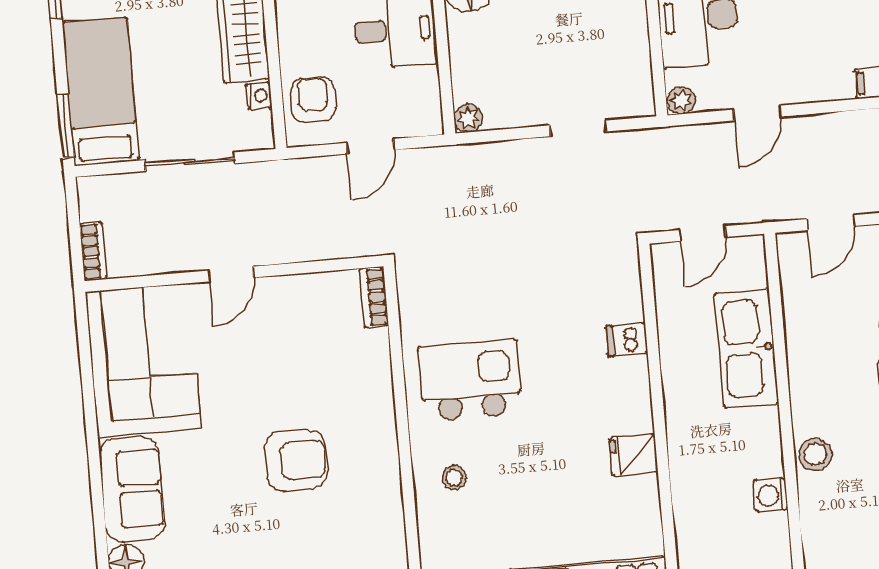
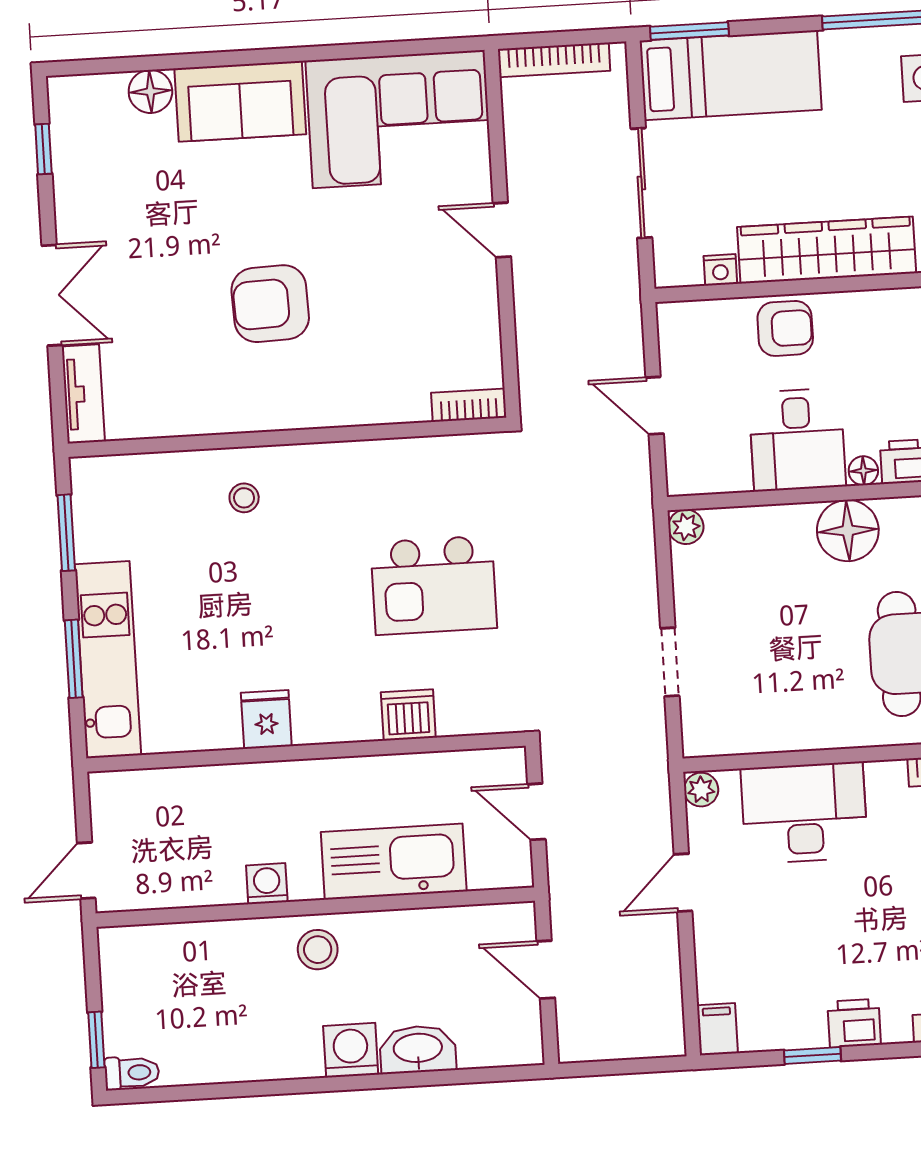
armchair: (313, 100) -> (785, 328), moved
door: (757, 113) -> (683, 883), hinge flipped
bookcase: (93, 251) -> (554, 60), width x1.56
dishwasher: (627, 340) -> (408, 715), width x1.38
kitchen island: (470, 380) -> (434, 585), moved, turned 90
stool: (815, 454) -> (318, 950), moved
armchair: (296, 461) -> (270, 304), turned 88
washing machine: (771, 495) -> (267, 884), moved

